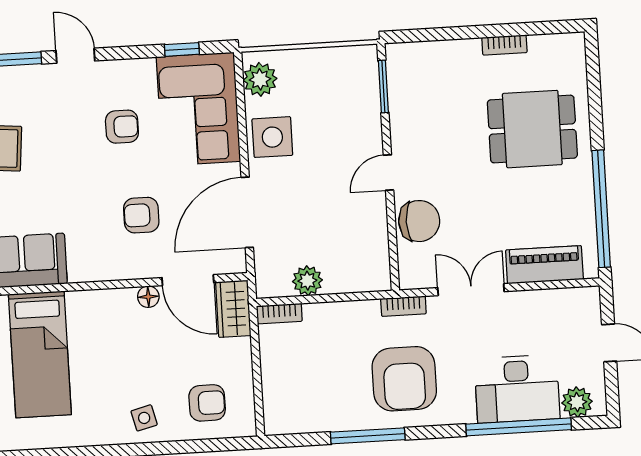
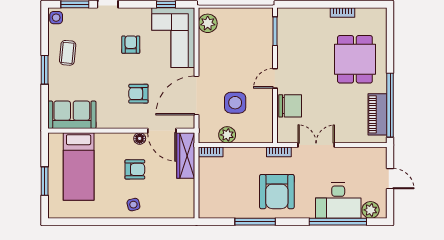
armchair: (122, 127) -> (131, 45), turned -90
dining table: (532, 129) -> (355, 59), turned 90
side table: (272, 137) -> (235, 103), moved
piano: (544, 265) -> (377, 114), moved, turned -90
wardrobe: (233, 309) -> (186, 155), width x1.50
armchair: (207, 403) -> (135, 169), moved

